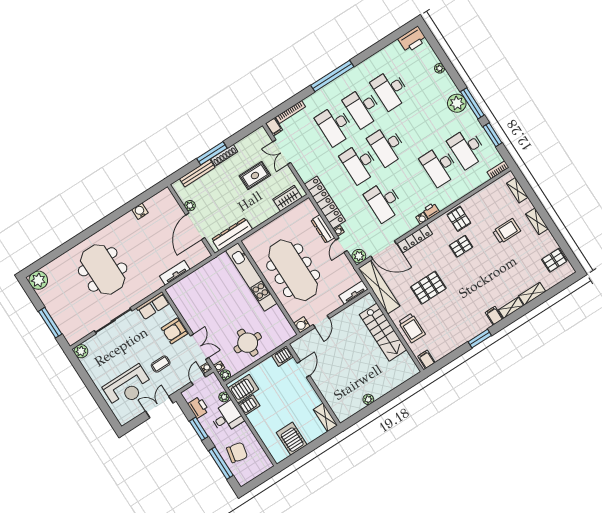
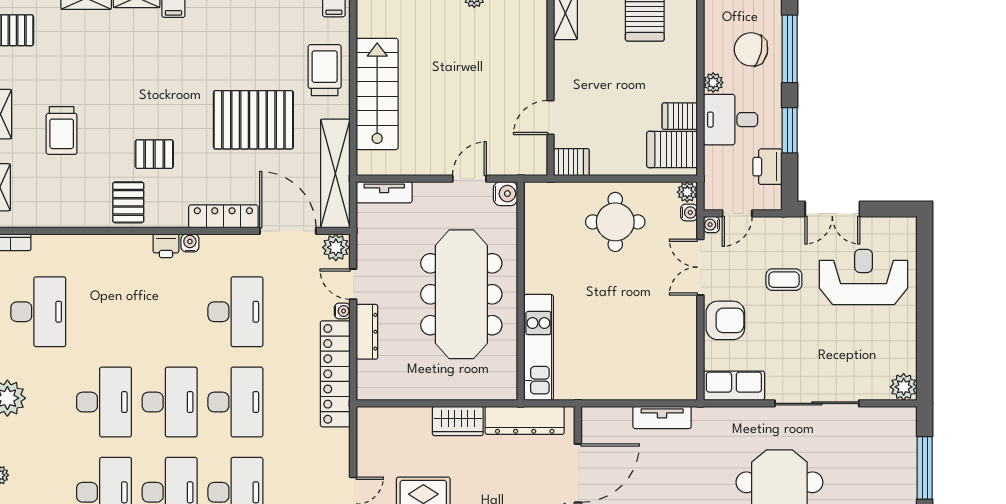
desk: (439, 166) -> (104, 402), moved
wardrobe: (287, 198) -> (458, 421), moved
trolley: (507, 231) -> (62, 130), turned -90
door: (342, 245) -> (353, 284), swing flipped
kitchen unit: (251, 277) -> (538, 347), width x0.73
pallet: (428, 288) -> (253, 120), width x1.37, depth x1.41
plant: (224, 397) -> (713, 83), moved

